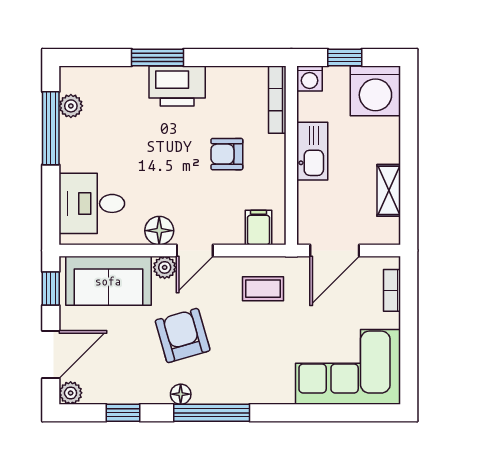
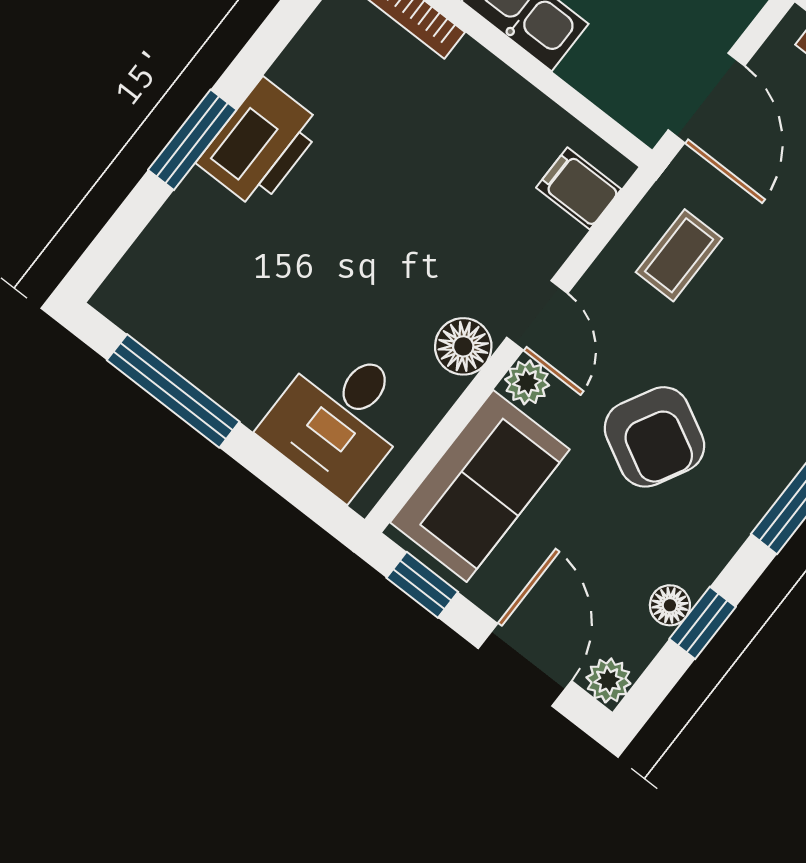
plant: (71, 106) -> (163, 333), removed
armchair: (227, 154) -> (426, 149), removed
armchair: (183, 335) -> (654, 437), turned -136
floor lamp: (181, 394) -> (670, 605), moved

